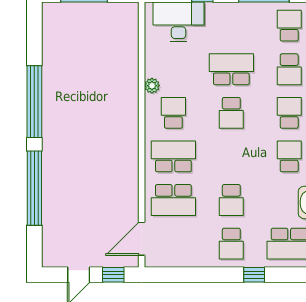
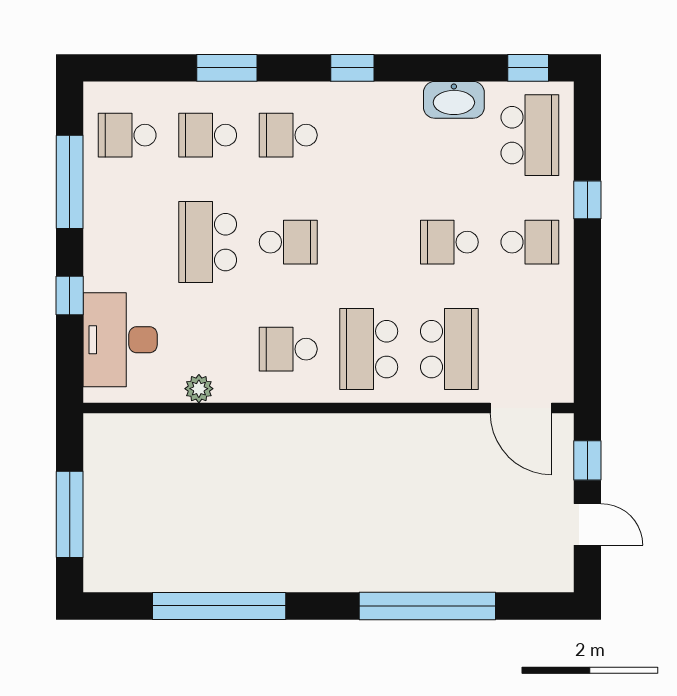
school desk: (289, 69) -> (208, 135), turned 180
plant: (152, 86) -> (199, 389), moved
window: (34, 102) -> (219, 606), moved
school desk: (289, 156) -> (369, 135), removed
school desk: (231, 200) -> (449, 242), turned 180

